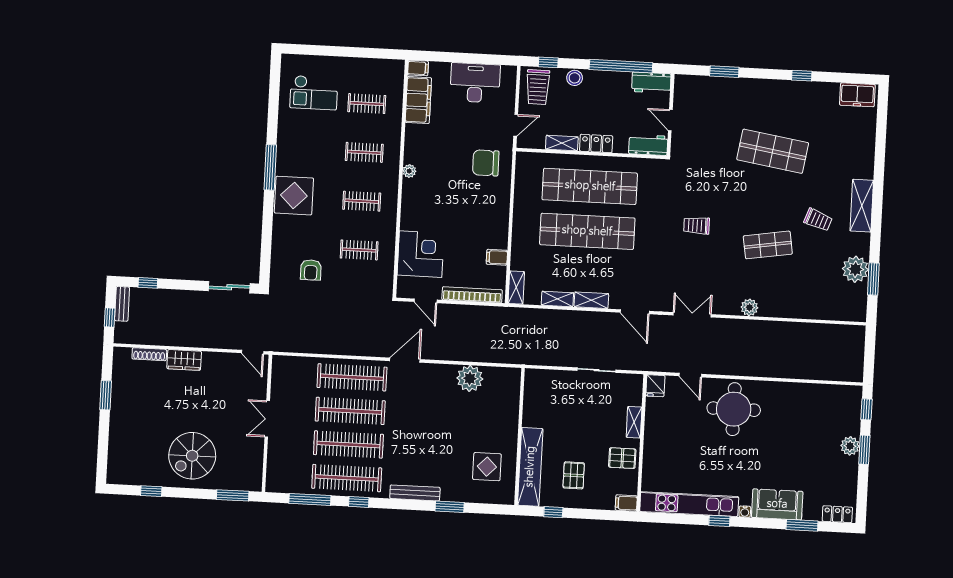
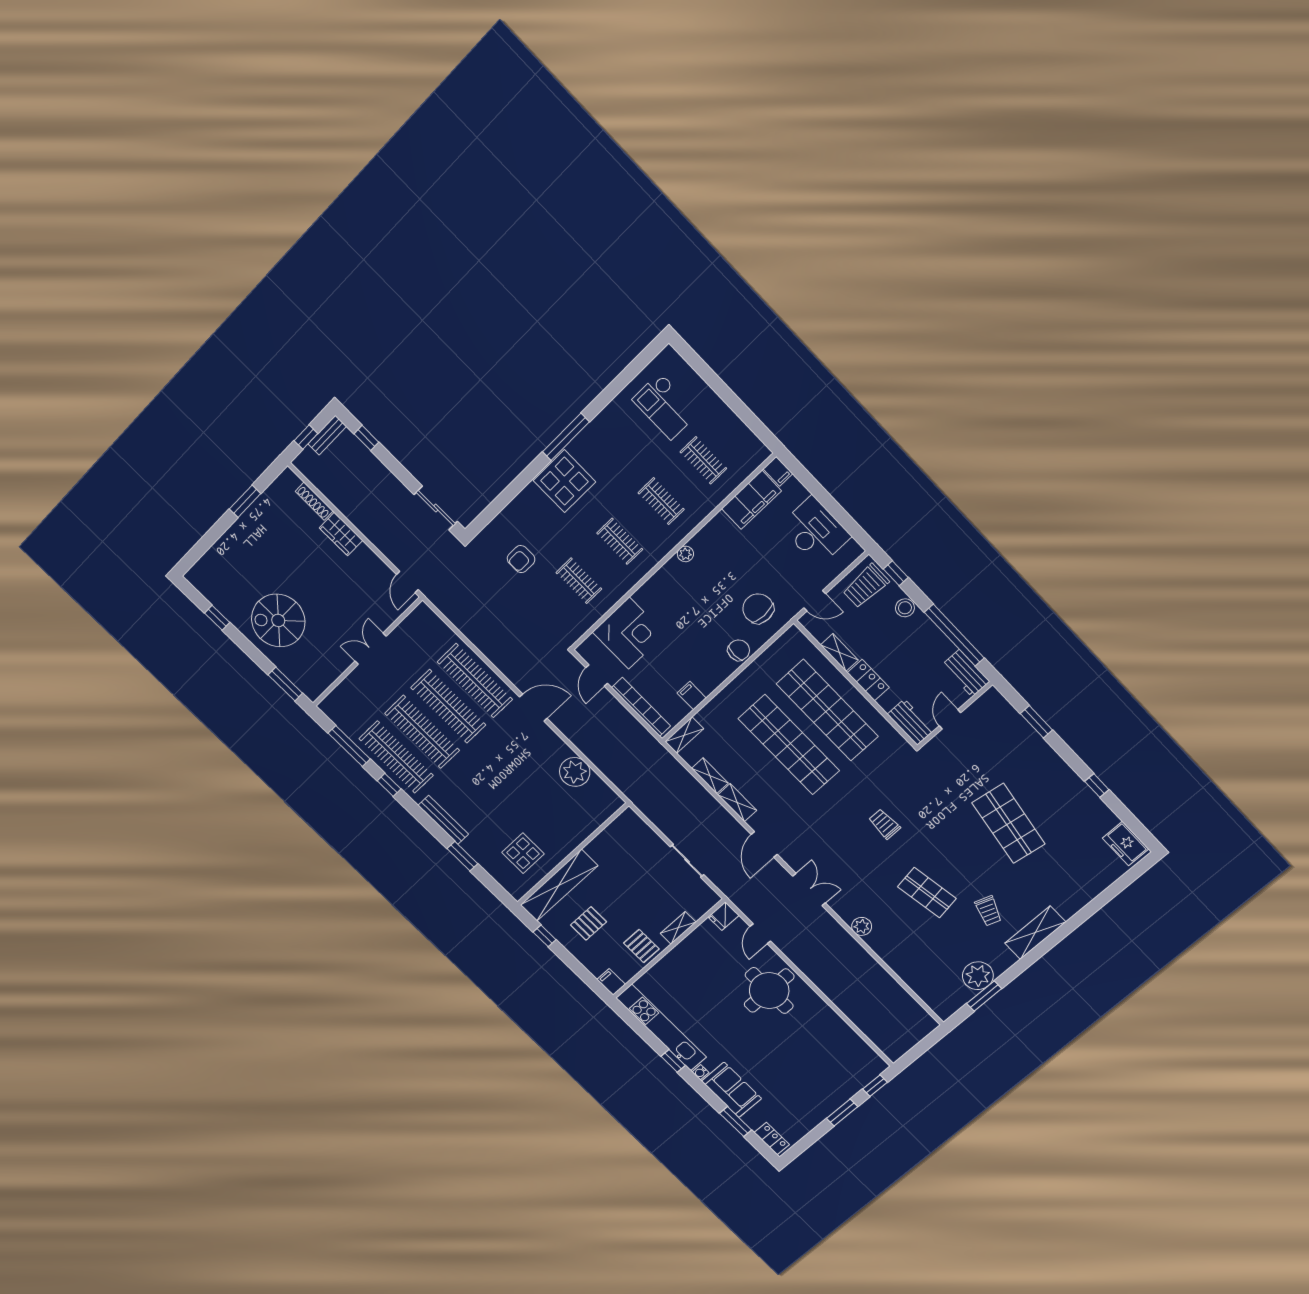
chair: (499, 200) -> (739, 650), added
plant: (850, 446) -> (834, 1100), removed

